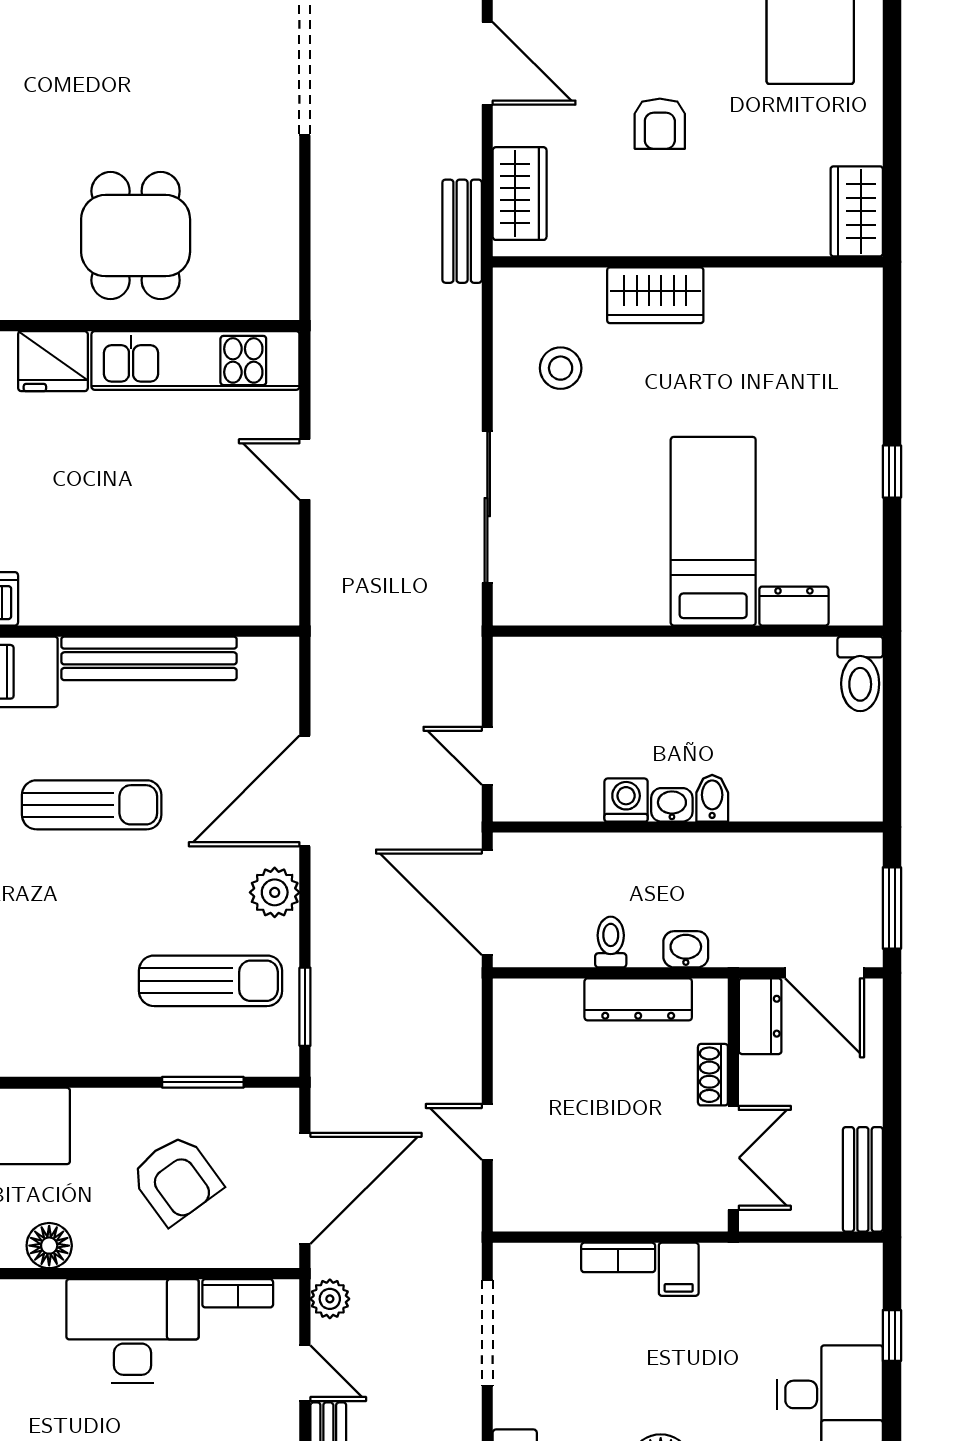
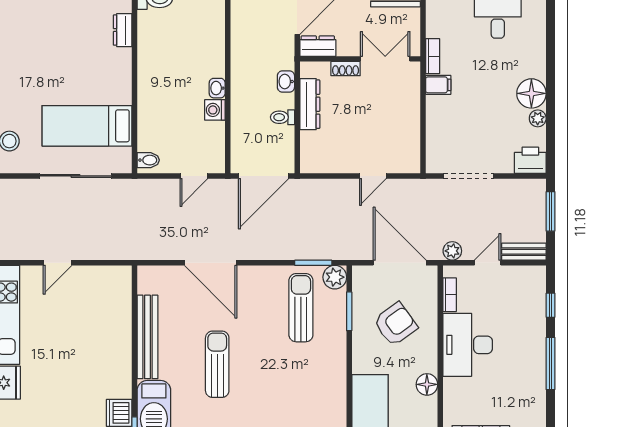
bed: (713, 531) -> (87, 126), moved
bidet: (712, 798) -> (148, 160), moved, turned 180
plant: (275, 892) -> (335, 277), moved
bookcase: (618, 1257) -> (433, 56), moved

